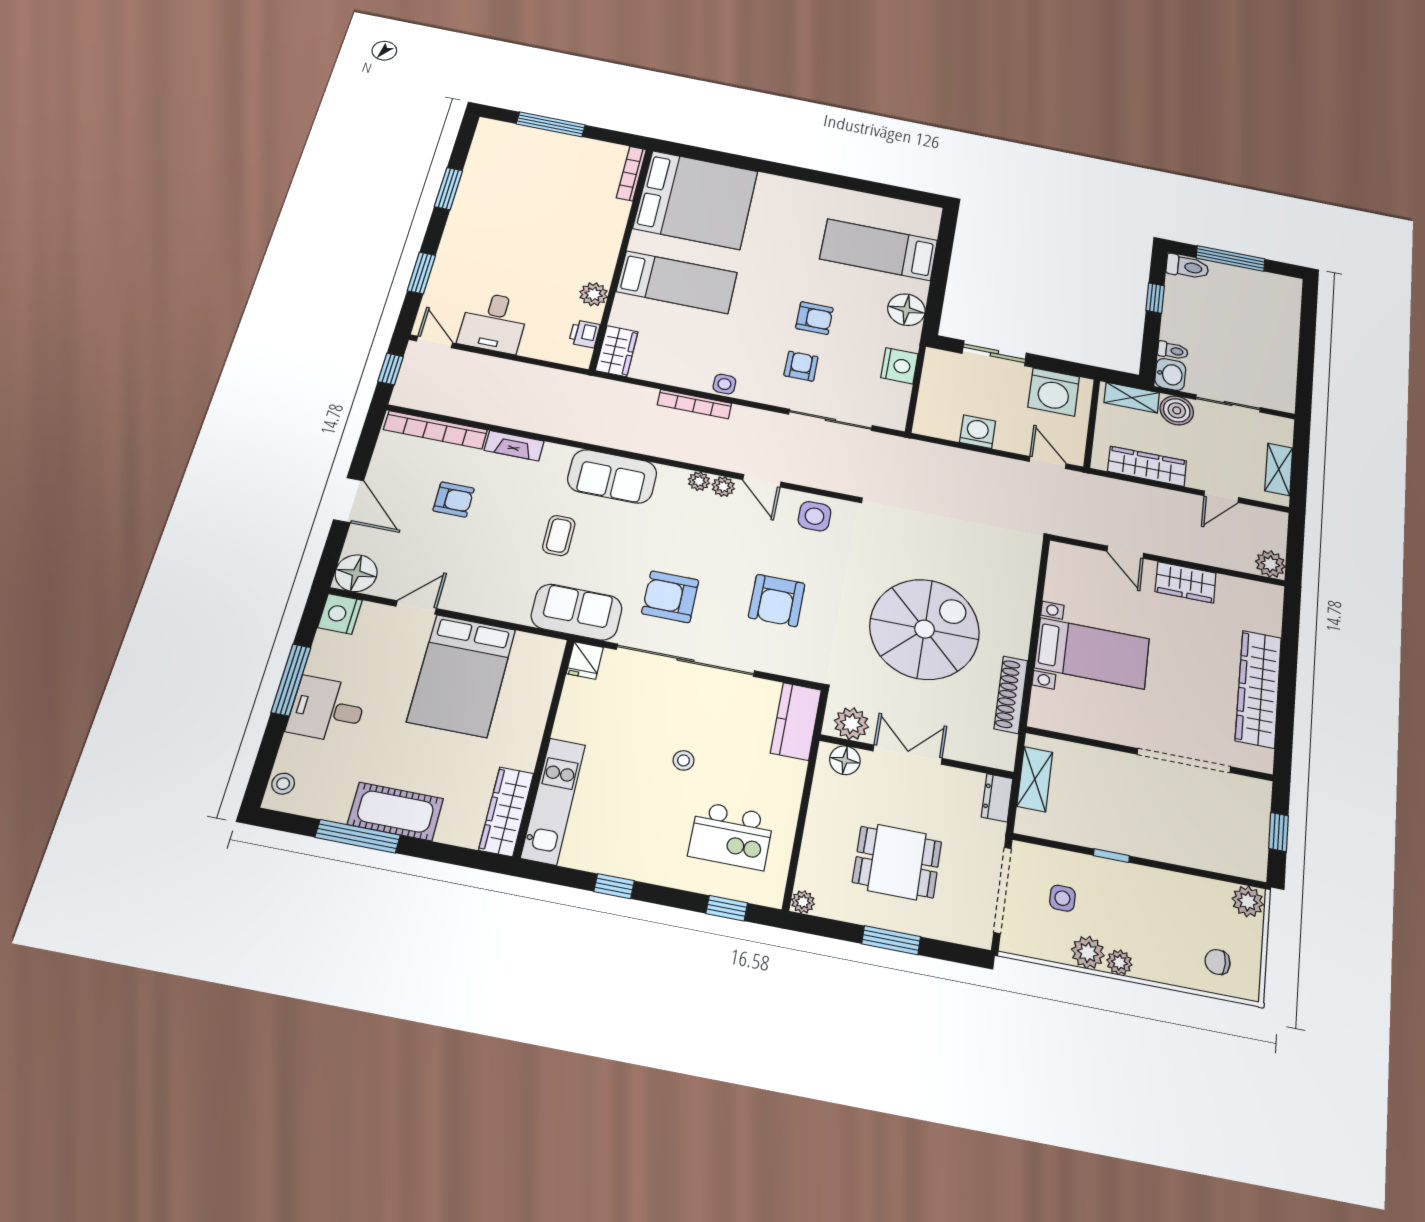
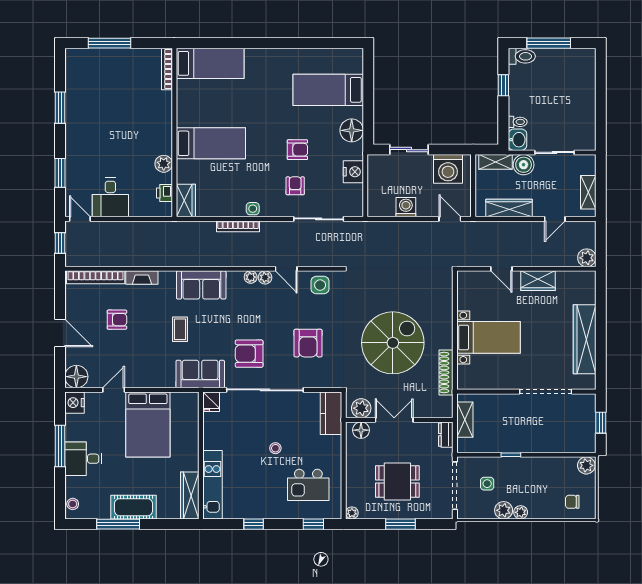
bed: (696, 200) -> (210, 63), width x0.49

